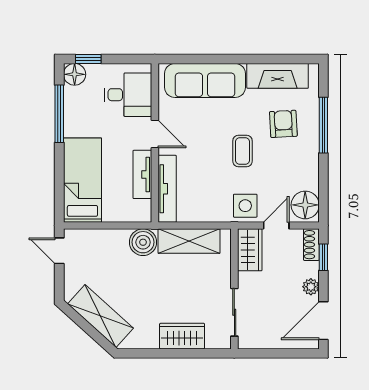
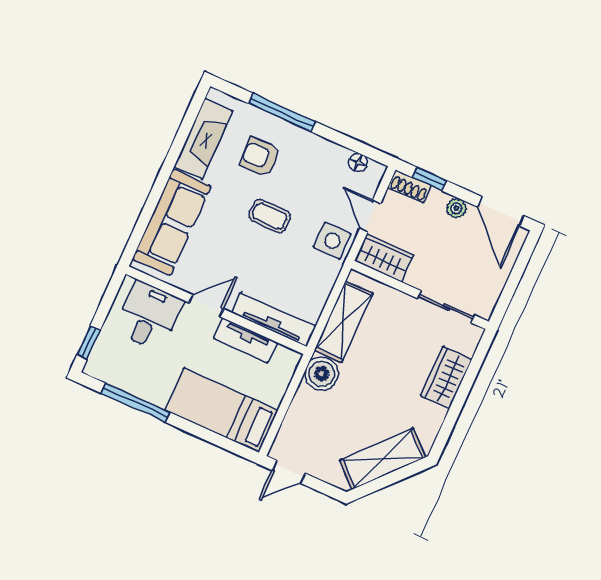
floor lamp: (75, 74) -> (99, 365), removed
floor lamp: (305, 205) -> (358, 163), width x0.53, depth x0.53

